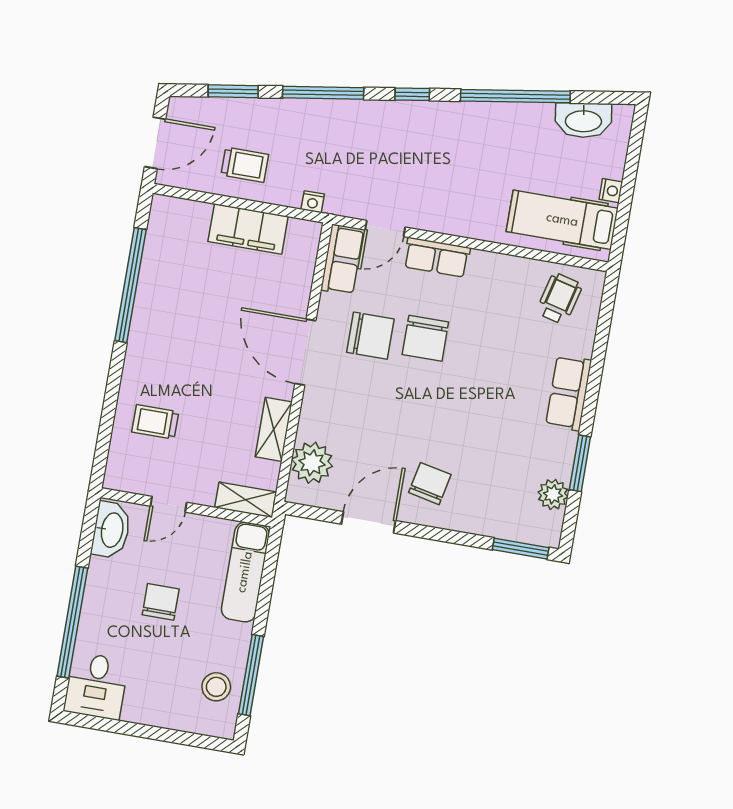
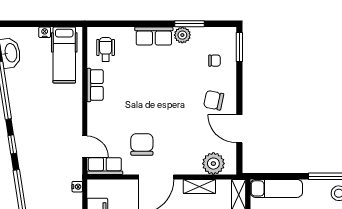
row of seats: (437, 257) -> (95, 85), moved
wheelchair: (559, 299) -> (106, 49), turned 76
chair: (425, 338) -> (214, 61), moved, width x0.54, depth x0.54
plant: (553, 494) -> (182, 35), moved

